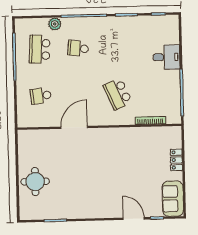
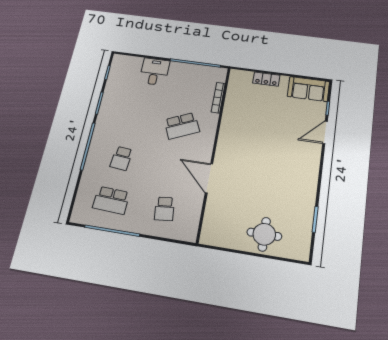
plant: (55, 24) -> (88, 179), removed

